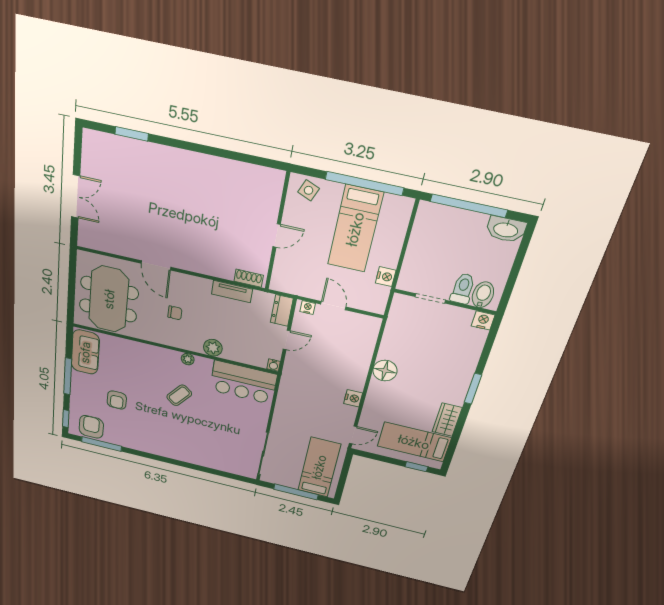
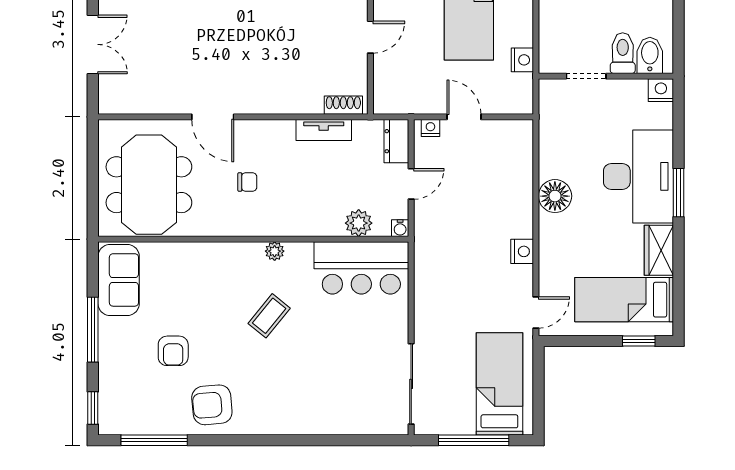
plant: (213, 348) -> (359, 223), moved
desk: (448, 372) -> (638, 176), added
armchair: (91, 427) -> (212, 405), moved, turned -95

